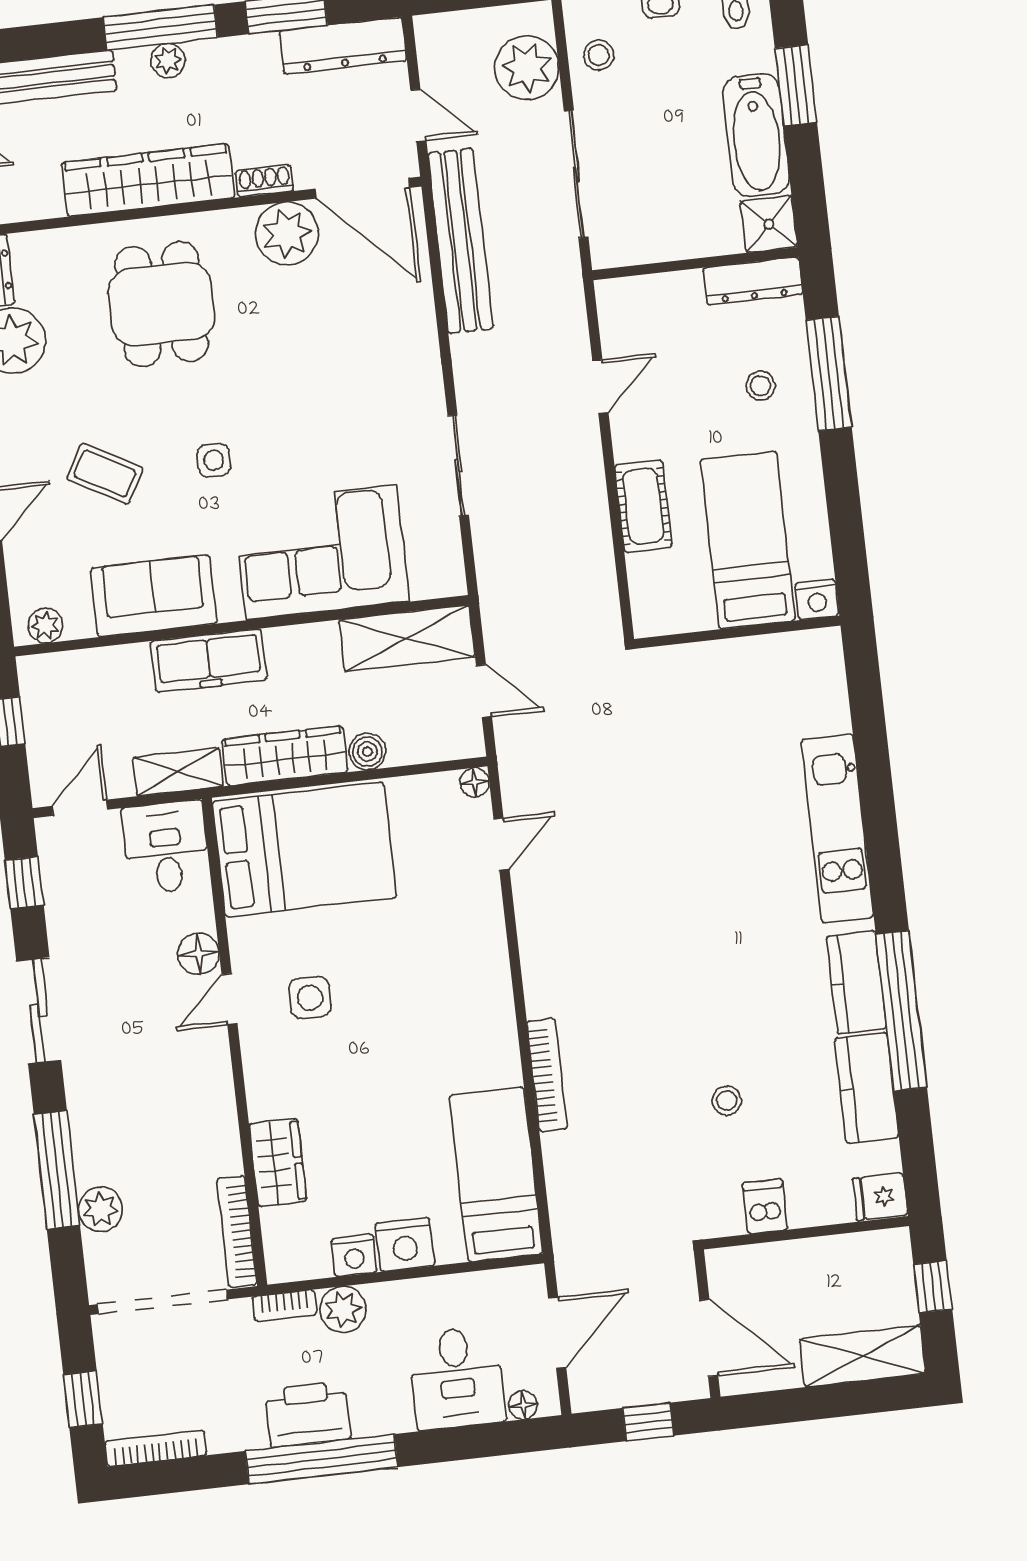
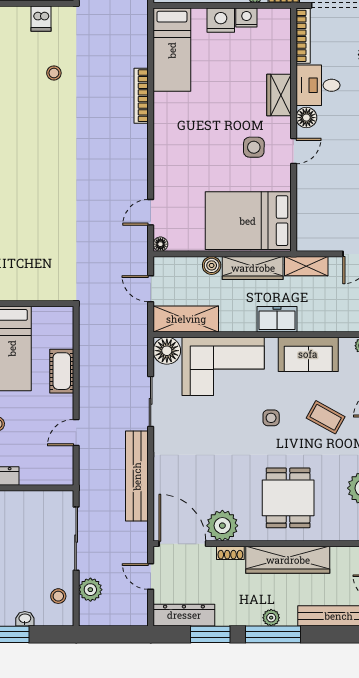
plant: (527, 68) -> (90, 590), width x0.73, depth x0.73
bench: (460, 241) -> (137, 476), moved
floor lamp: (438, 571) -> (167, 351), added
freezer: (209, 661) -> (277, 319), width x0.71
desk: (166, 847) -> (318, 85), moved, turned 90
floor lamp: (198, 954) -> (306, 118), moved
wardrobe: (278, 1162) -> (279, 95), moved

